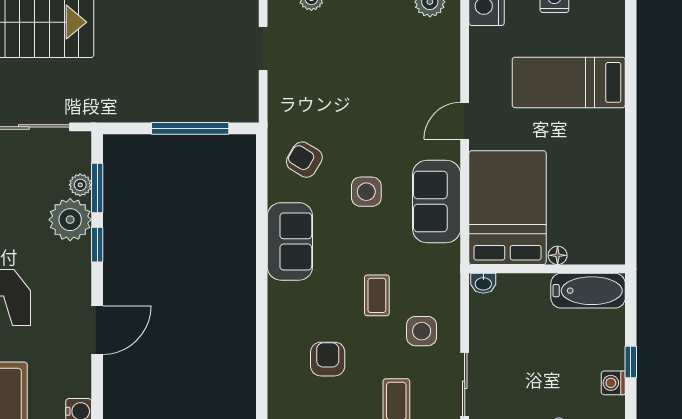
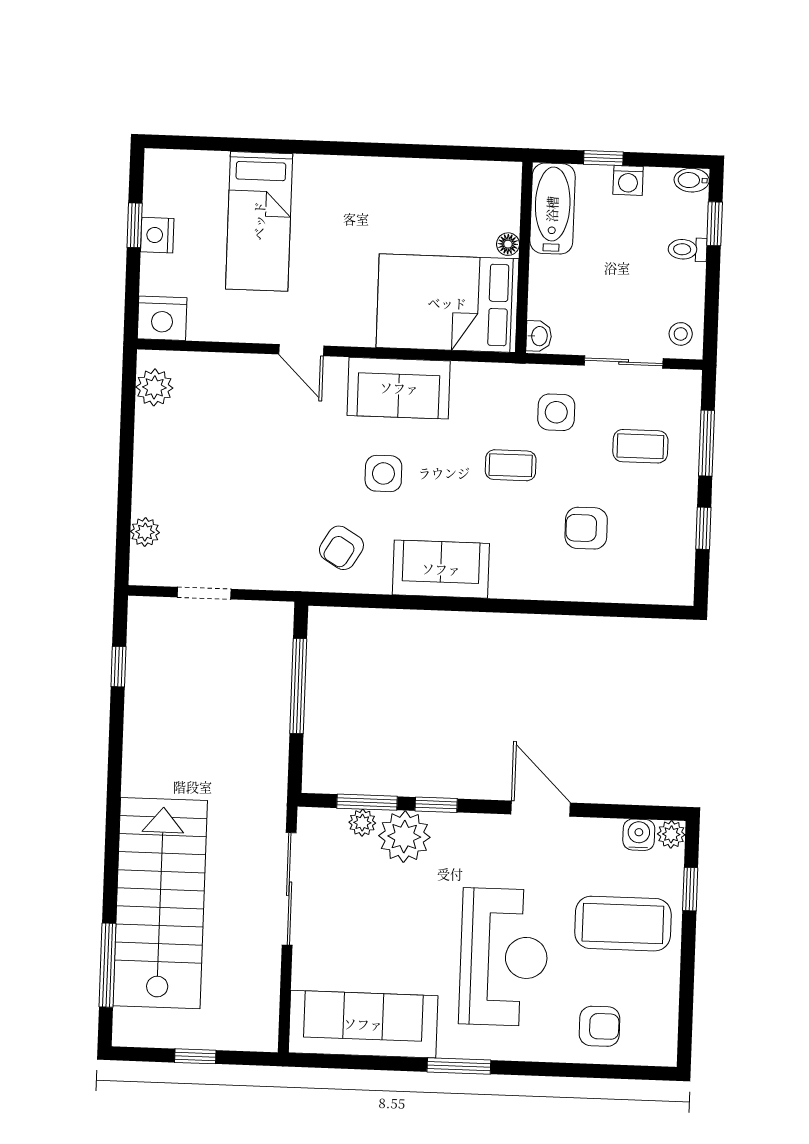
bed: (507, 208) -> (447, 303), moved
floor lamp: (558, 255) -> (508, 244), moved
wall: (547, 269) -> (524, 258), moved
washbasin: (483, 283) -> (539, 336), moved
bathtub: (588, 291) -> (552, 209), moved

